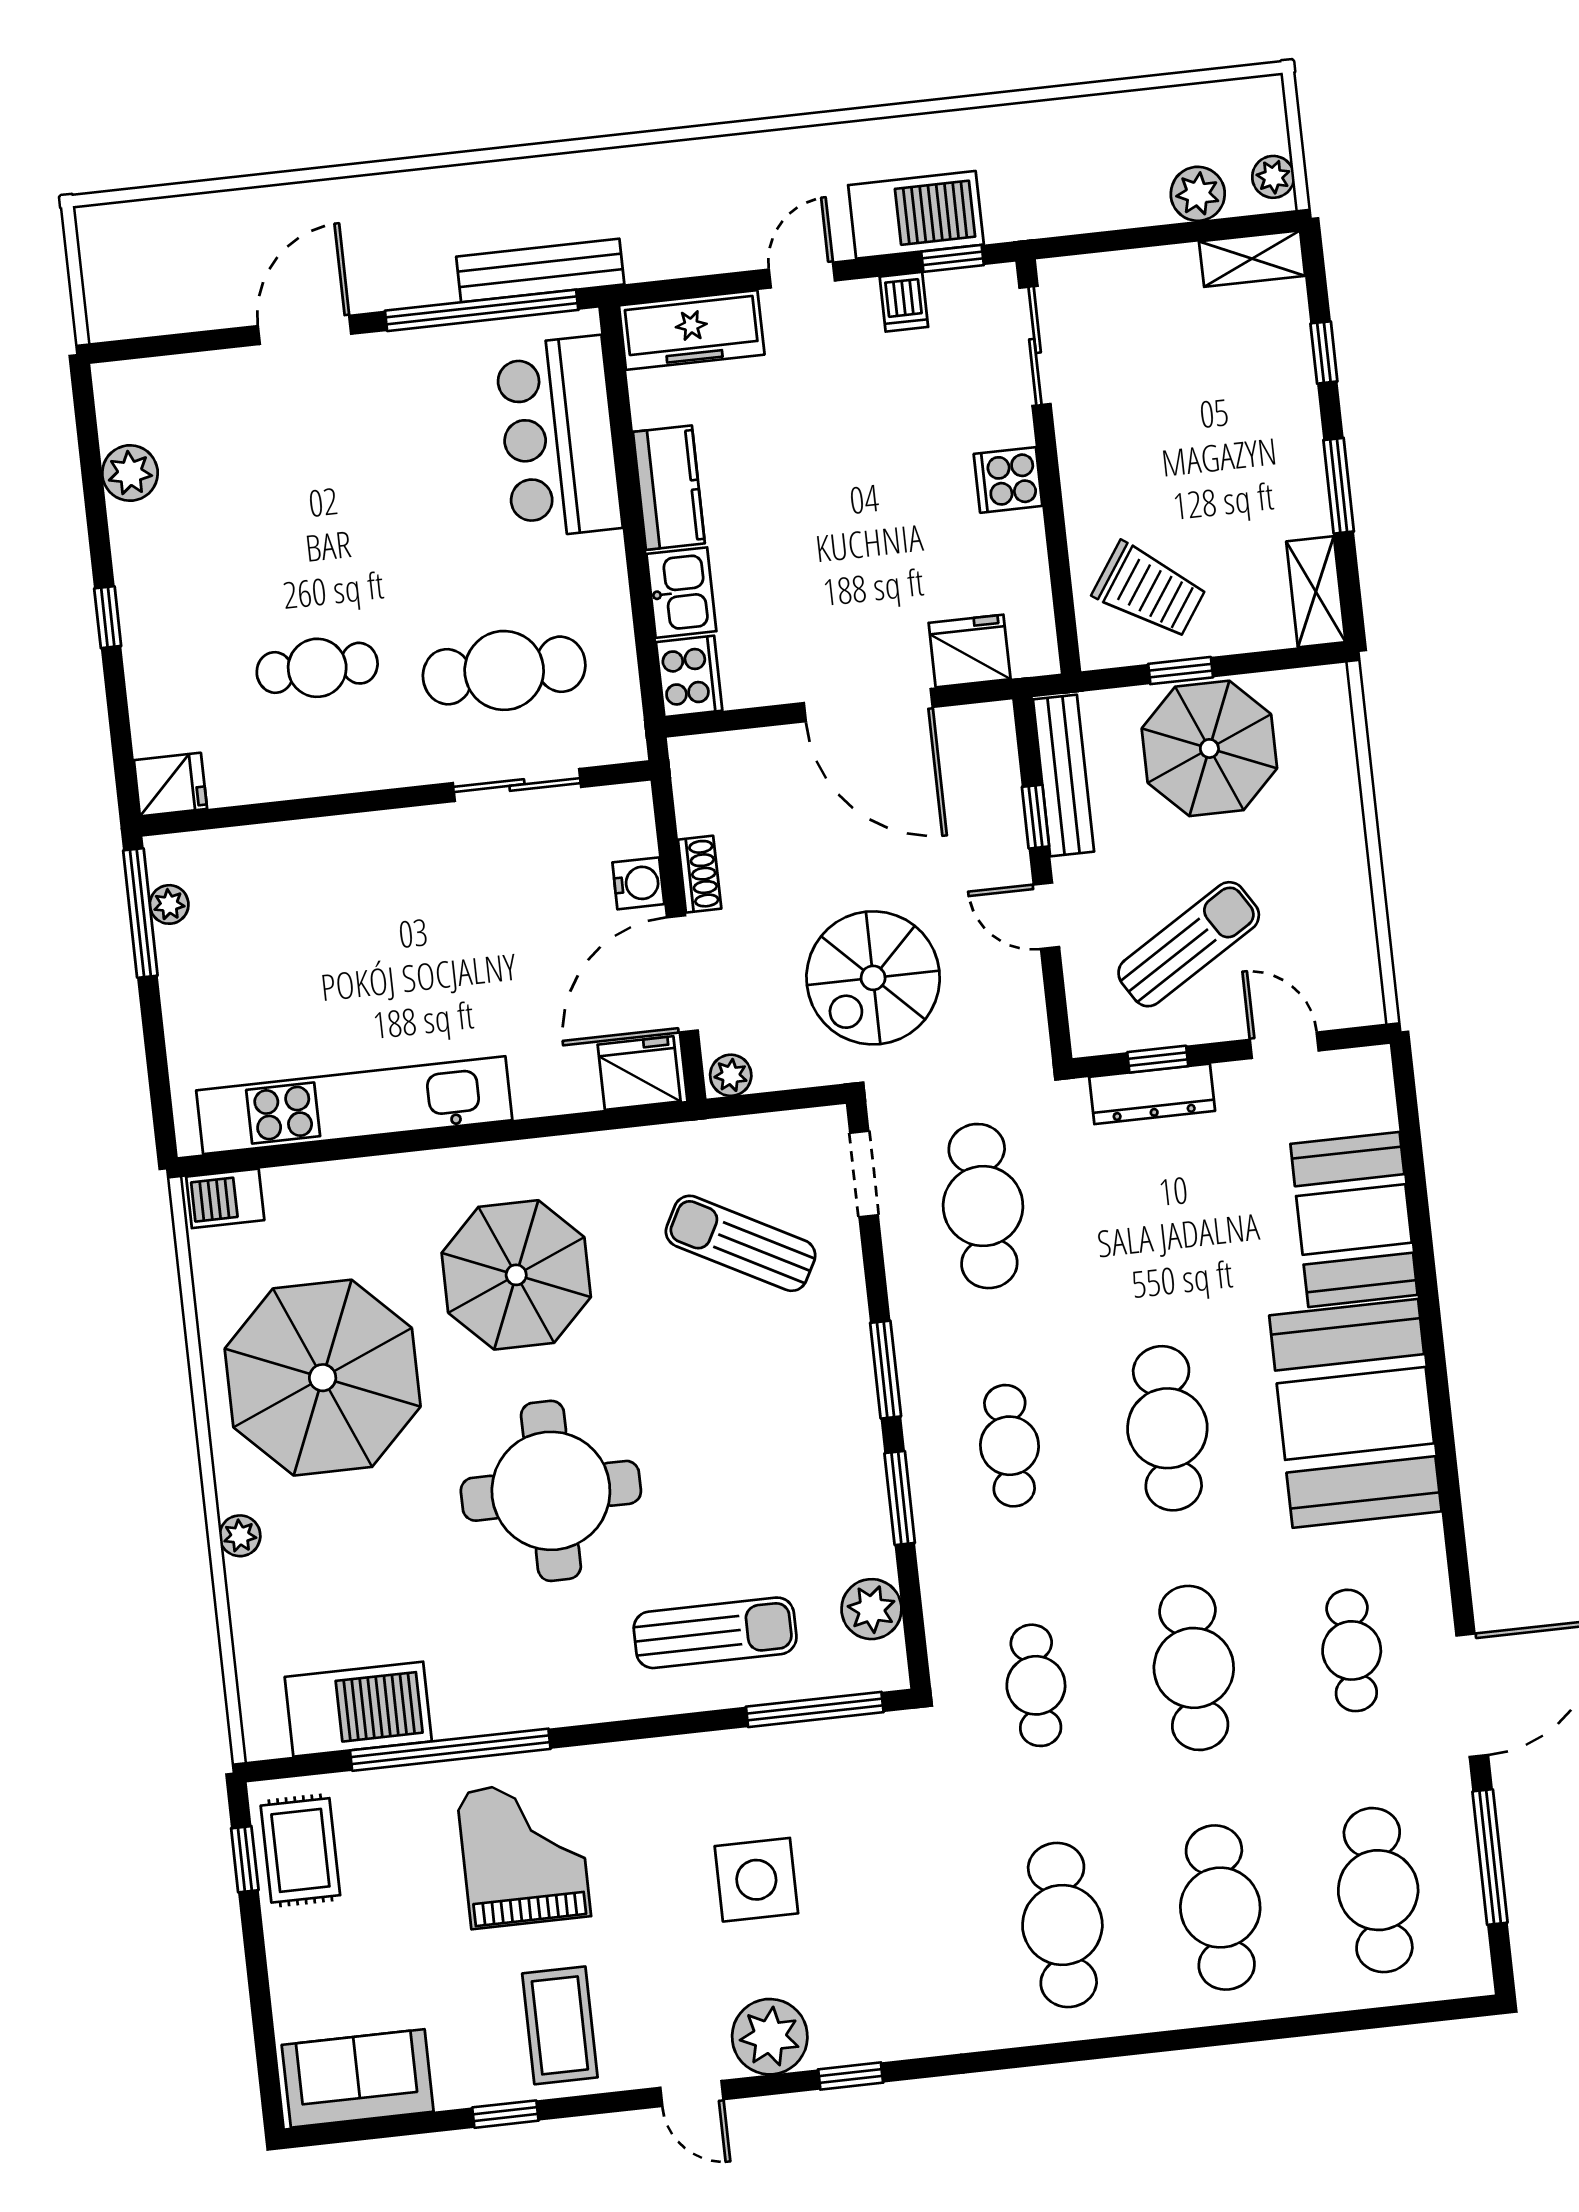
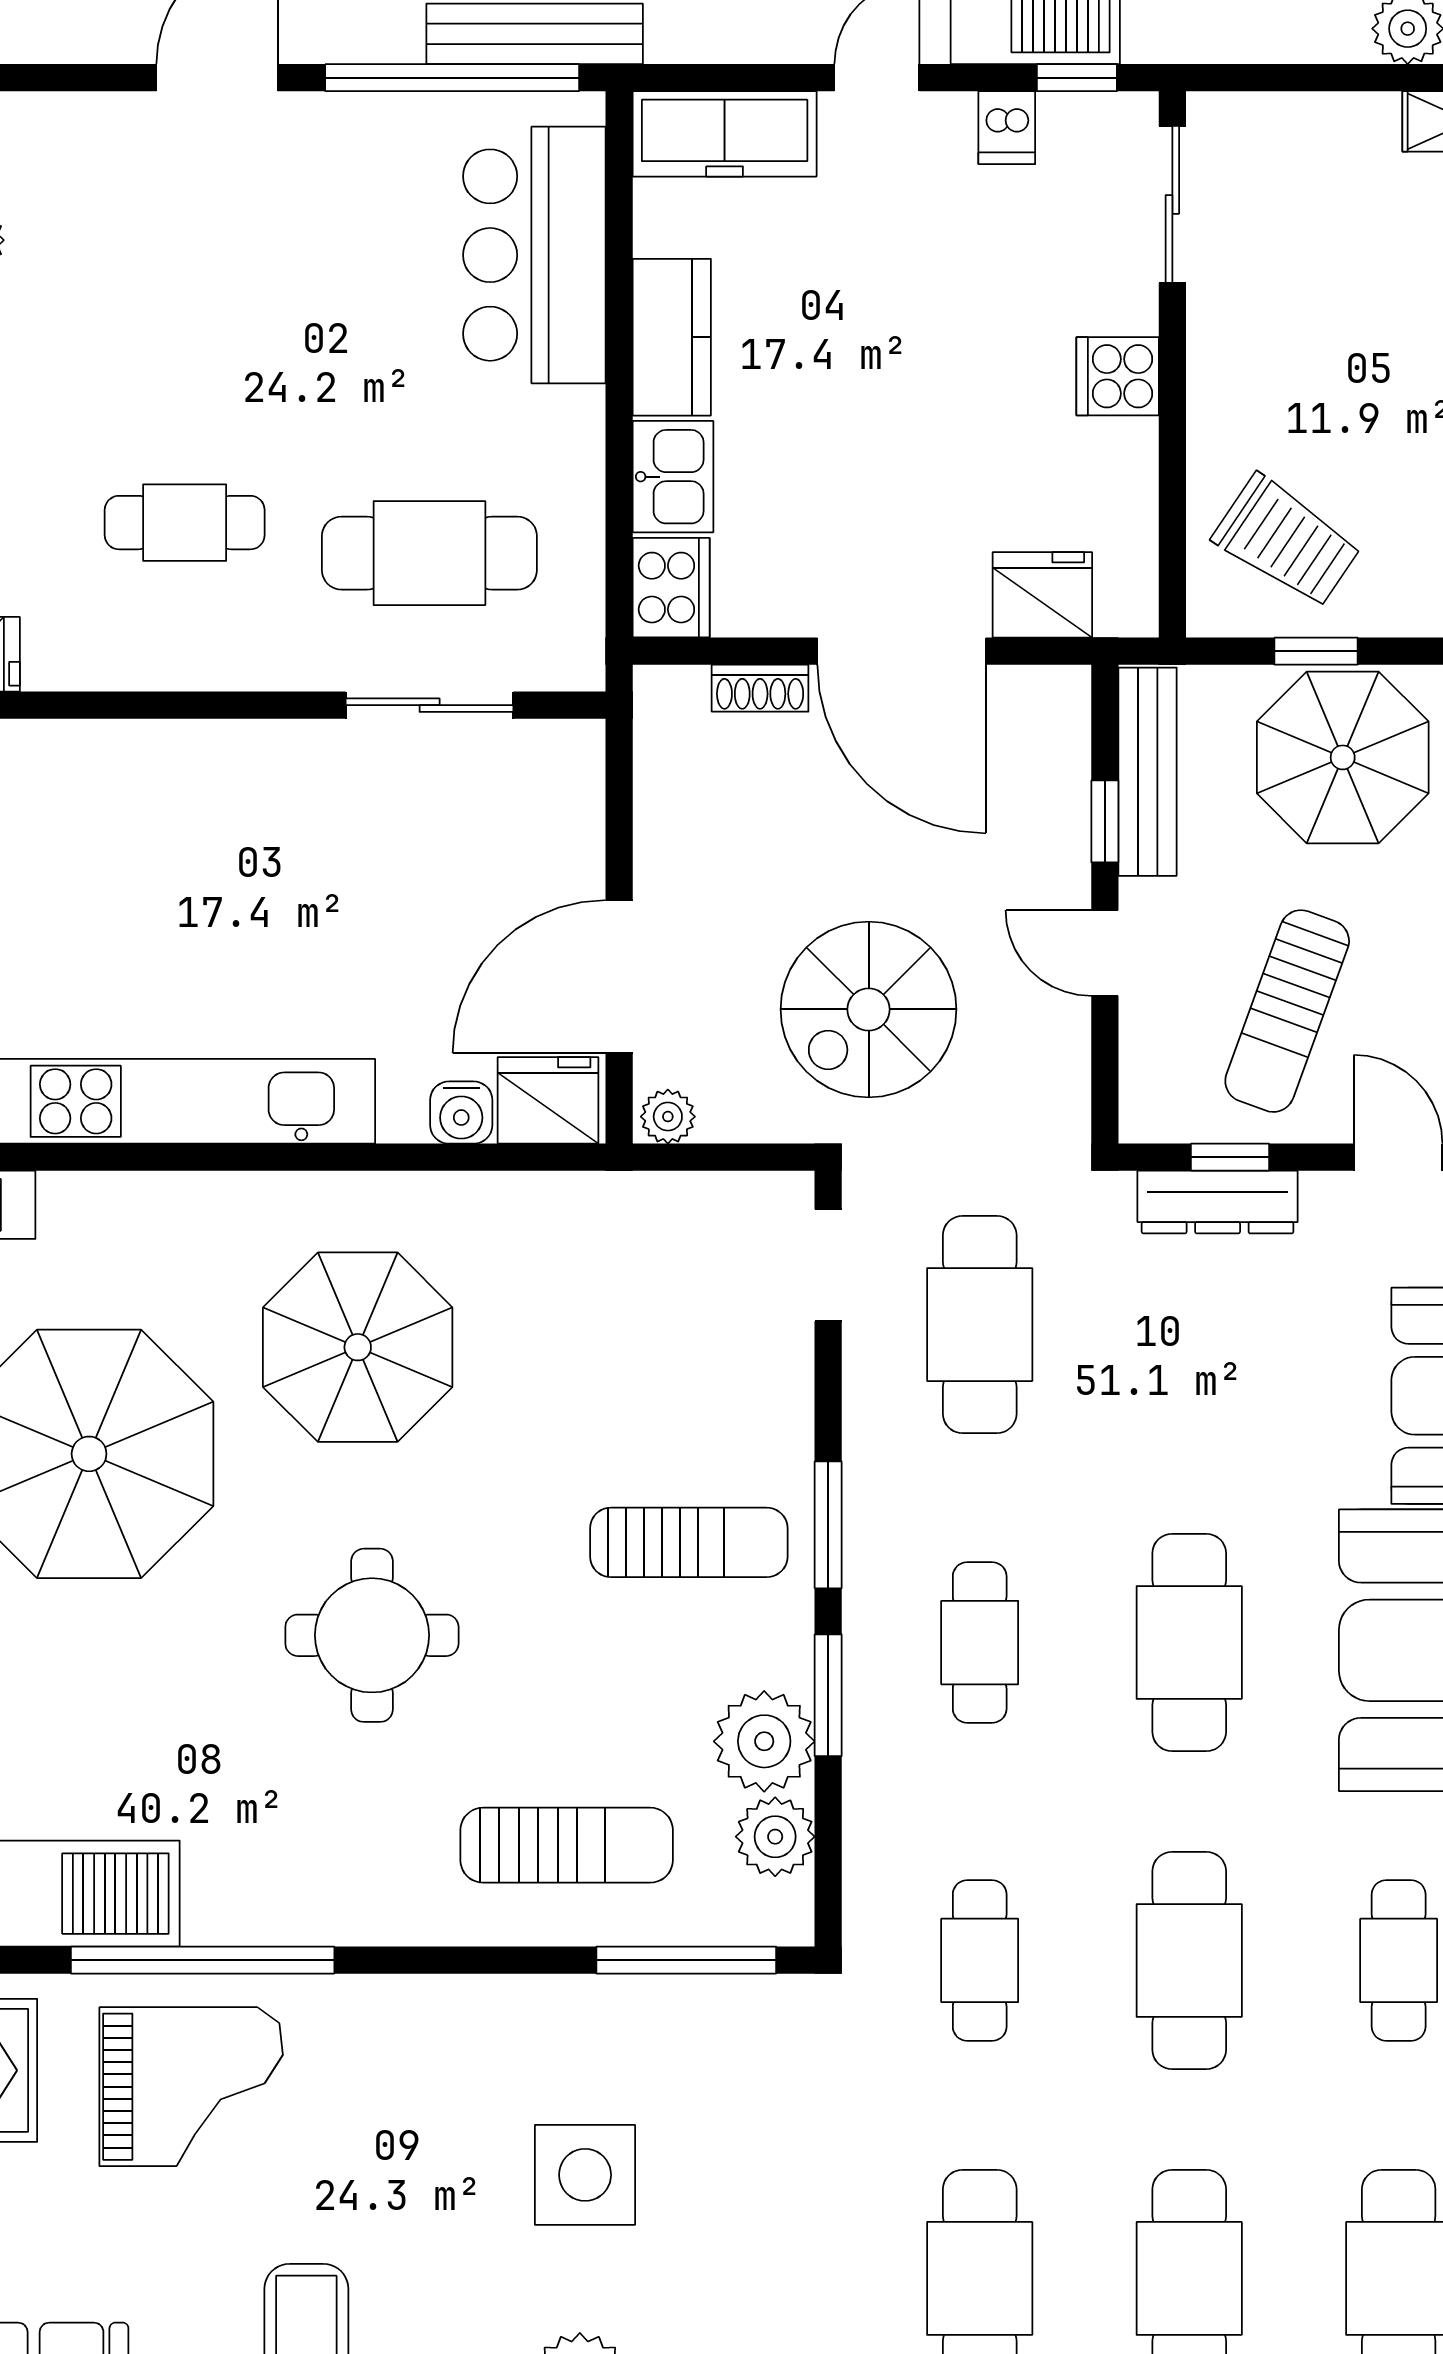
shoe rack: (700, 874) -> (760, 688), moved, turned 90
water cooler: (638, 883) -> (461, 1113), moved, turned 90
sun lounger: (1189, 944) -> (1287, 1011), turned 142
sun lounger: (741, 1243) -> (689, 1542), moved, turned 152
round table: (551, 1491) -> (372, 1635), width x0.73, depth x0.73
plant: (855, 1538) -> (764, 1741), added
grand piano: (524, 1854) -> (191, 2087), moved, turned 90

